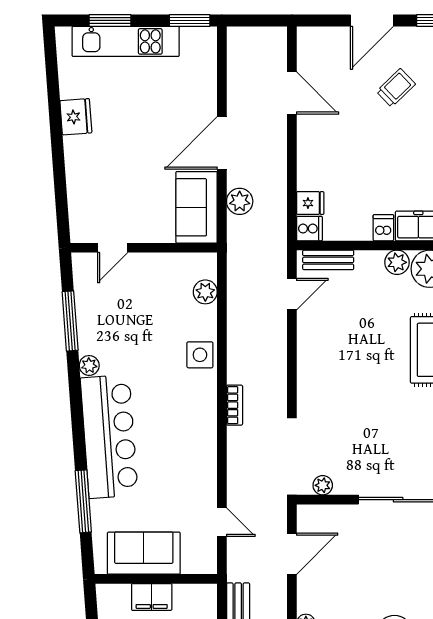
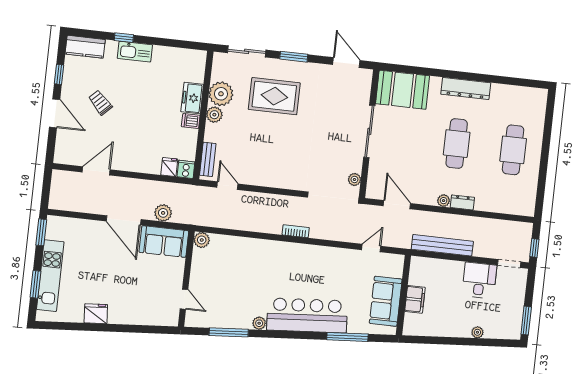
plant: (205, 292) -> (202, 240), moved
side table: (200, 355) -> (260, 250), removed

